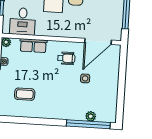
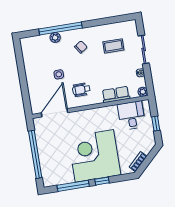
chair: (57, 100) -> (81, 47), added
plant: (91, 116) -> (55, 37), moved
window: (88, 124) -> (61, 28), moved

